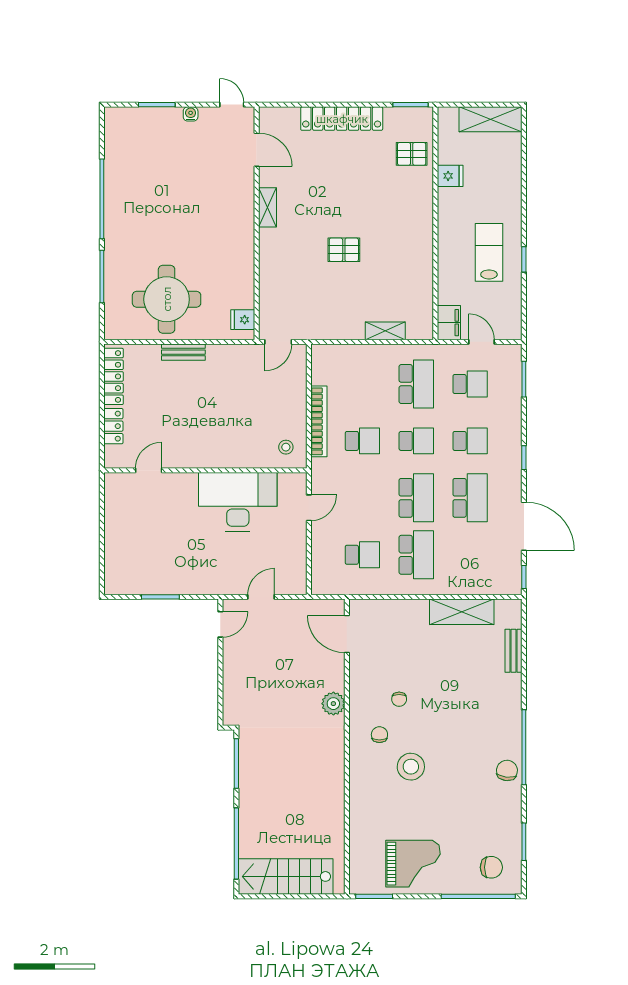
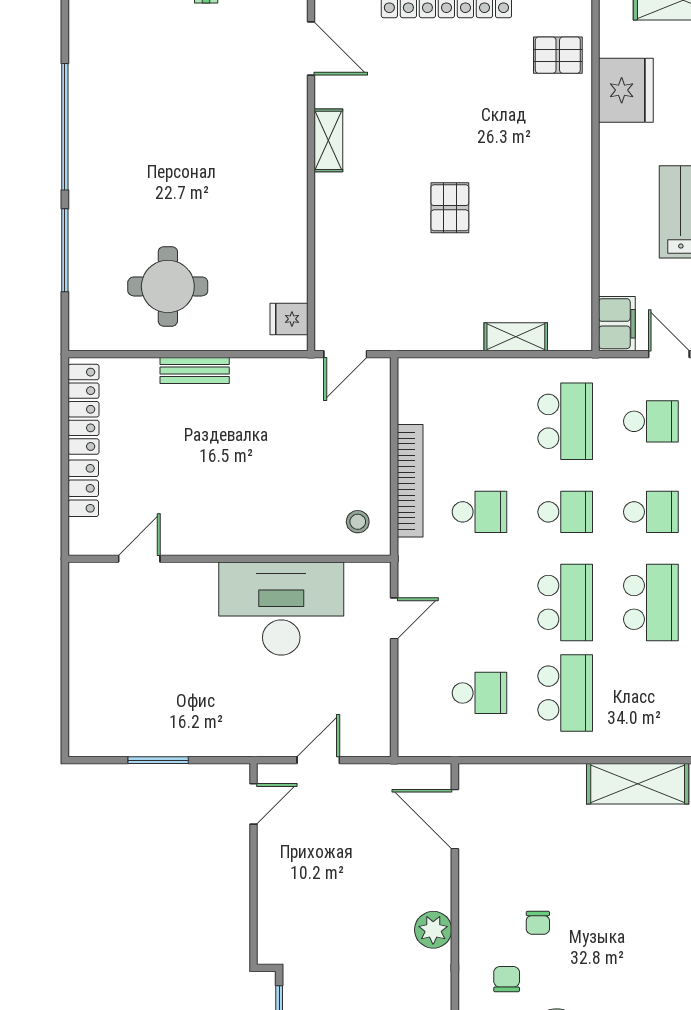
fridge: (450, 176) -> (626, 90), width x1.88, depth x1.34
pallet: (344, 250) -> (450, 208), turned 90
round table: (167, 299) -> (168, 286), width x0.73, depth x0.73

